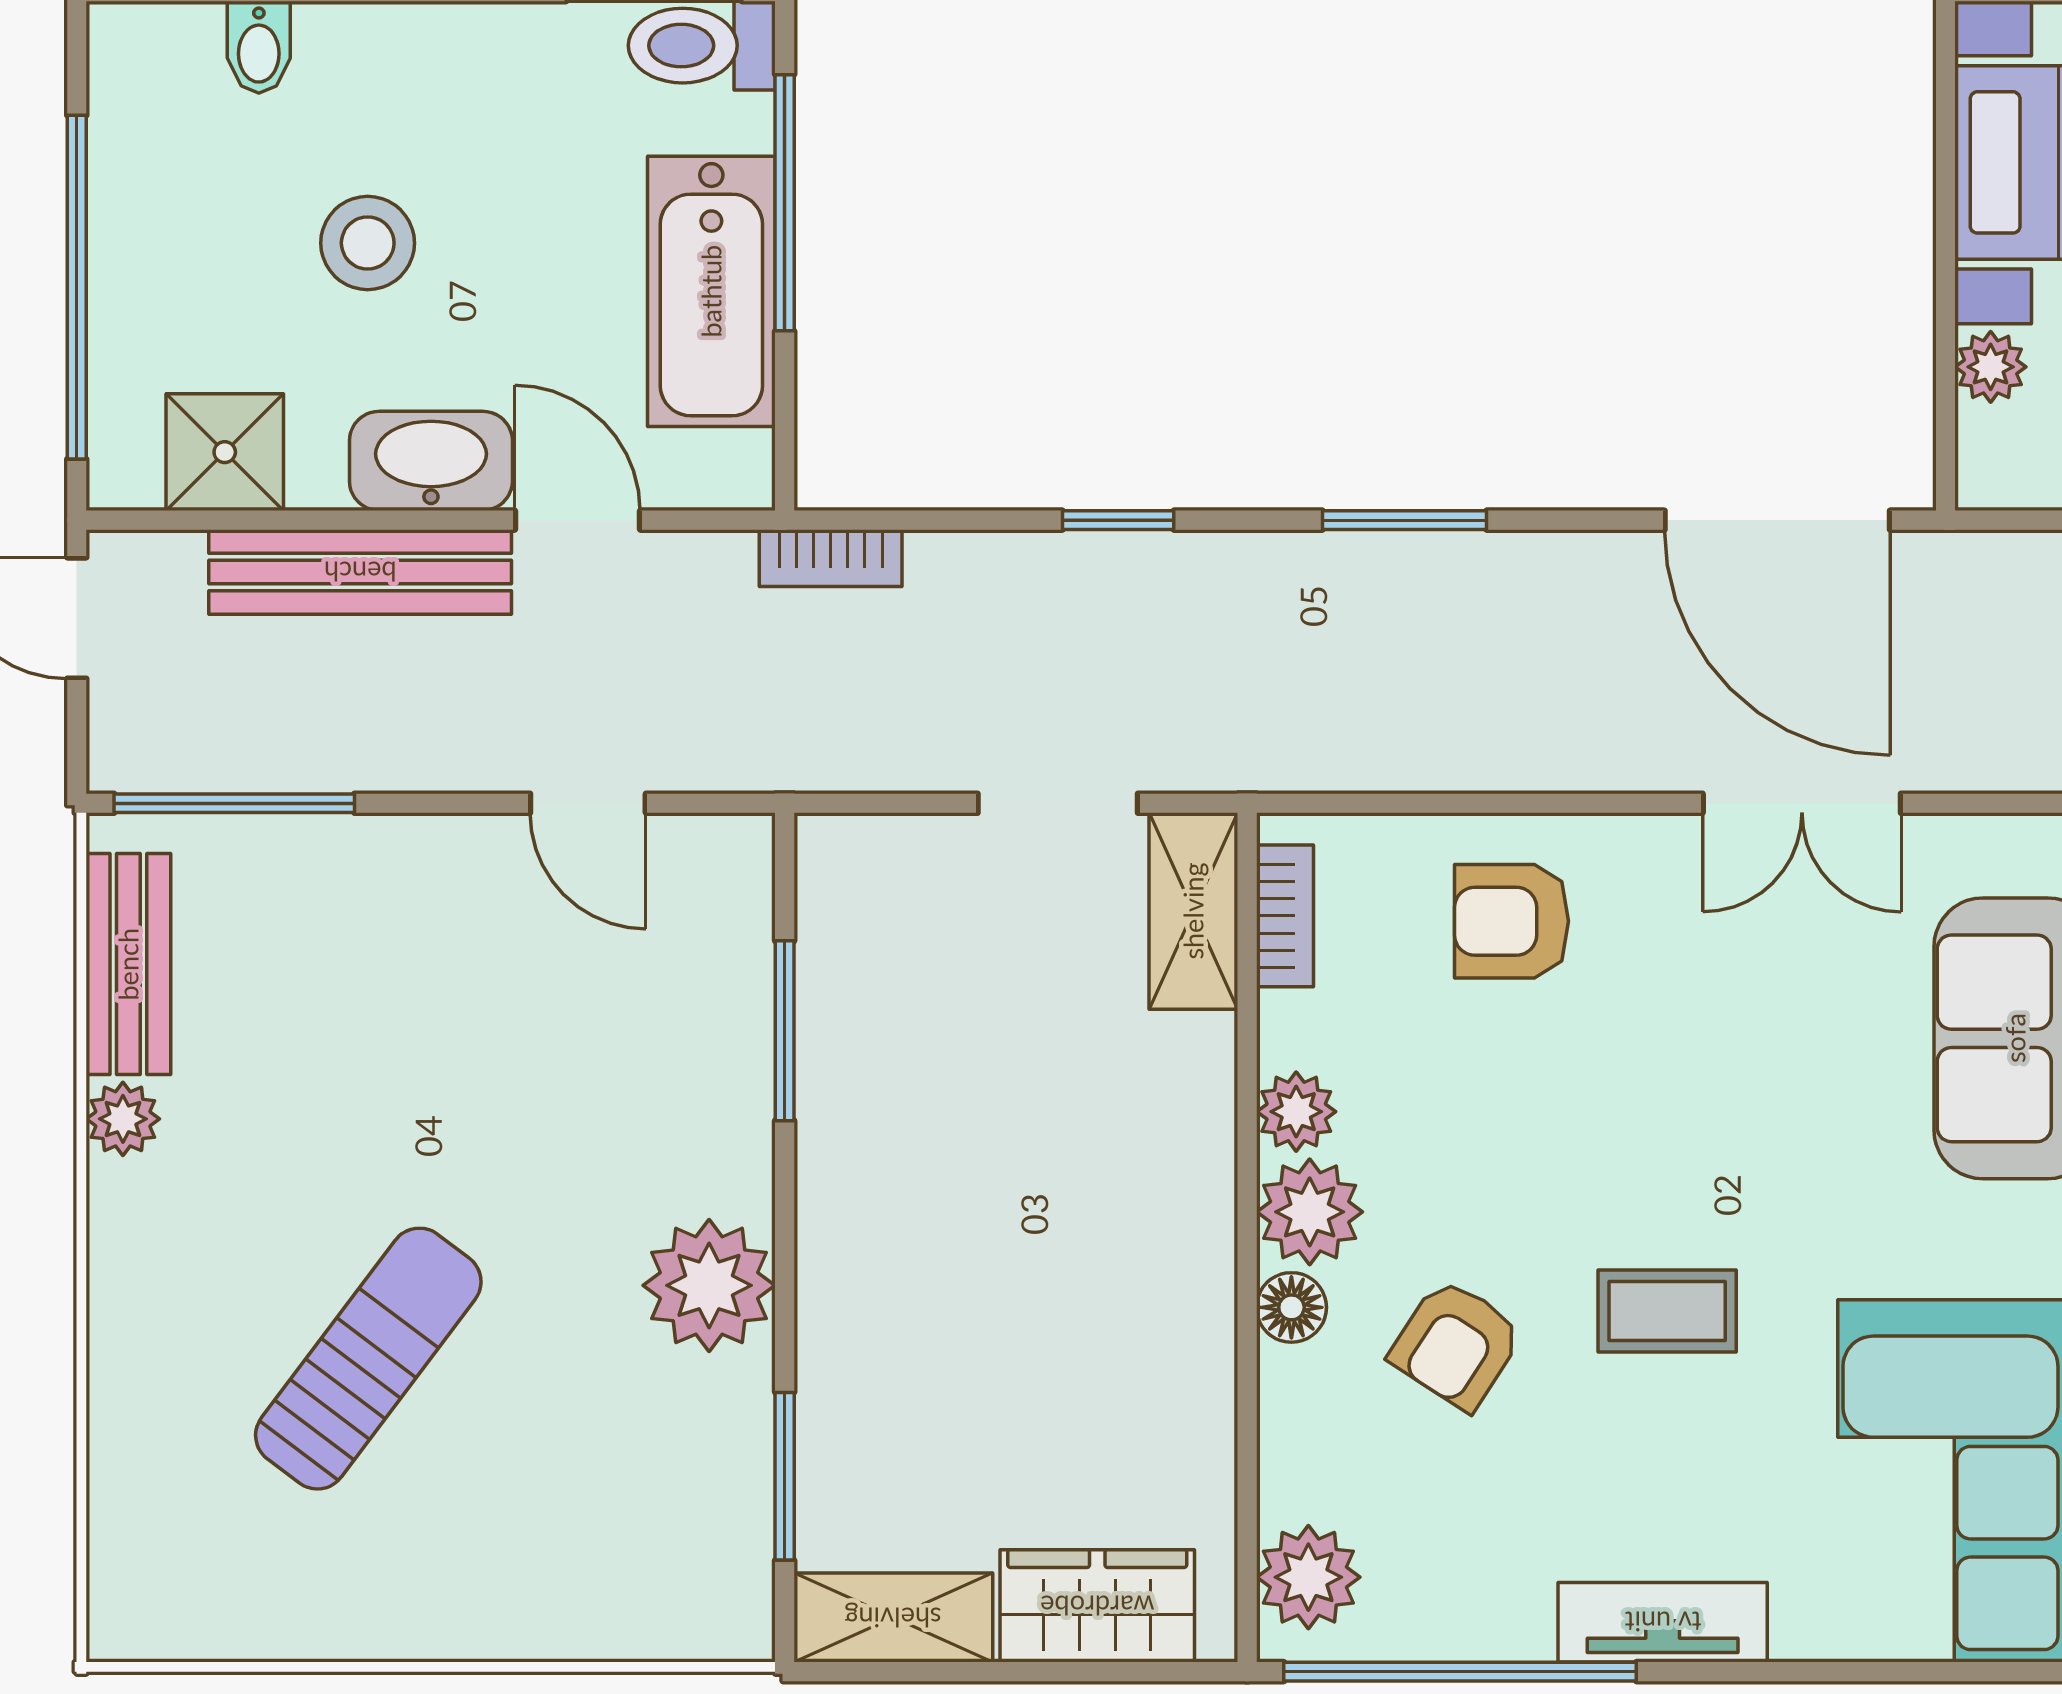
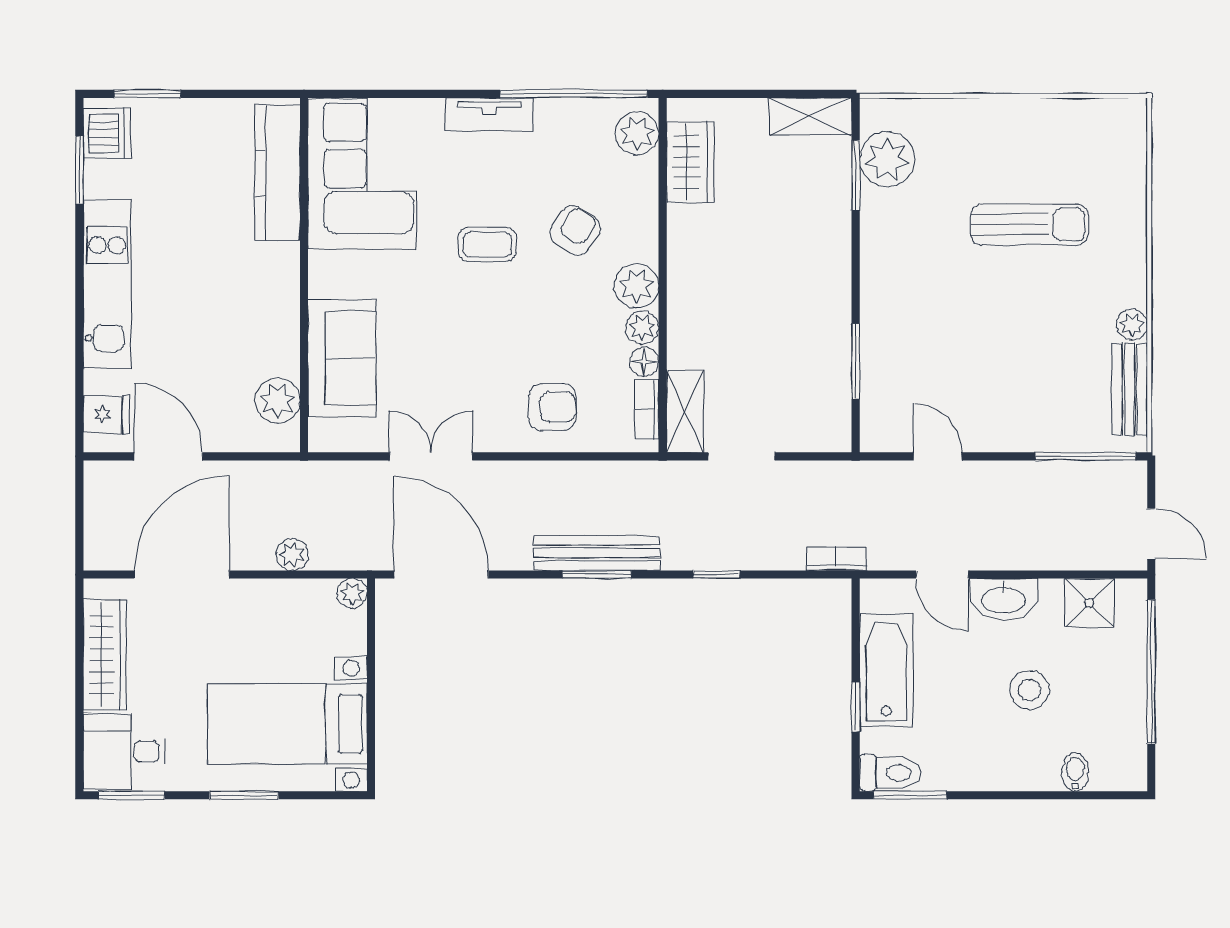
window: (785, 203) -> (856, 707), width x0.46
plant: (1991, 367) -> (352, 593), moved
bench: (360, 572) -> (597, 553), moved
plant: (709, 1285) -> (887, 159), moved
floor lamp: (1291, 1307) -> (644, 362), moved
sun lounger: (368, 1359) -> (1029, 225), turned -127
wardrobe: (1097, 1606) -> (690, 162), moved, turned -90

